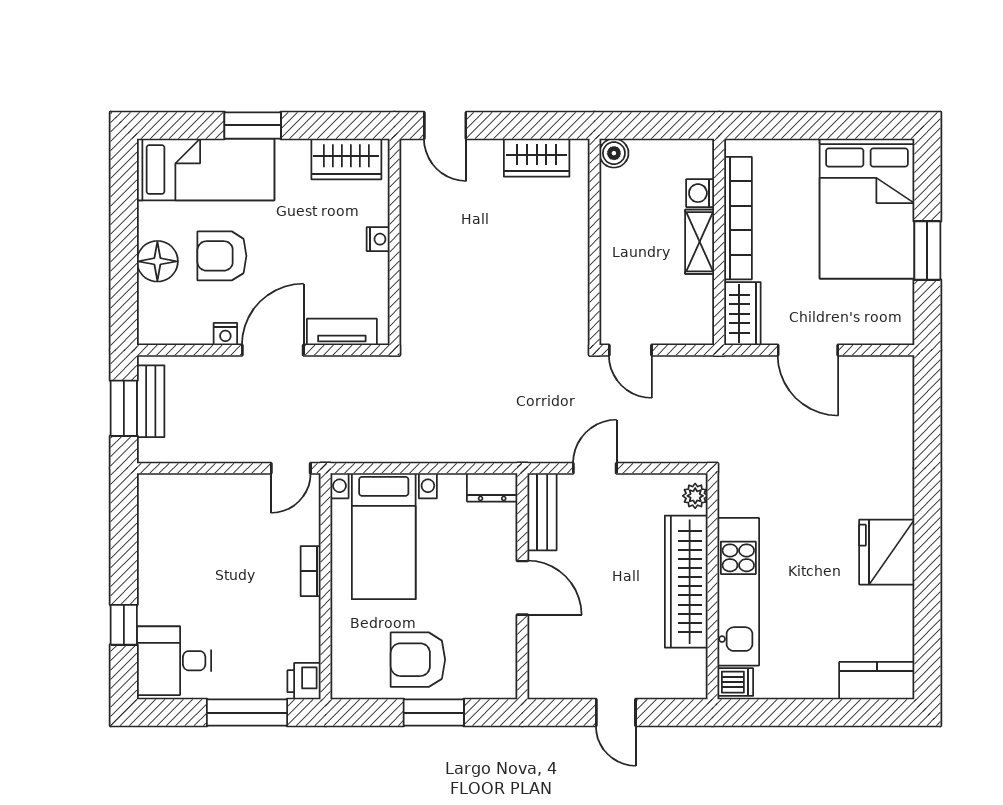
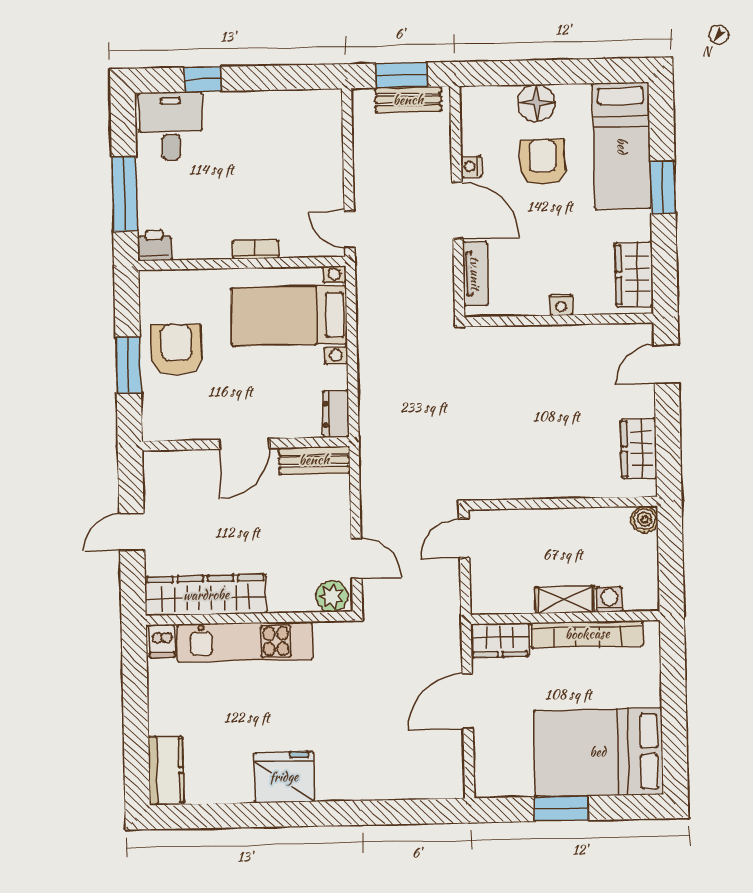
door: (595, 468) -> (356, 558), moved
plant: (695, 496) -> (332, 596), width x1.38, depth x1.38
wardrobe: (686, 582) -> (206, 595), moved

